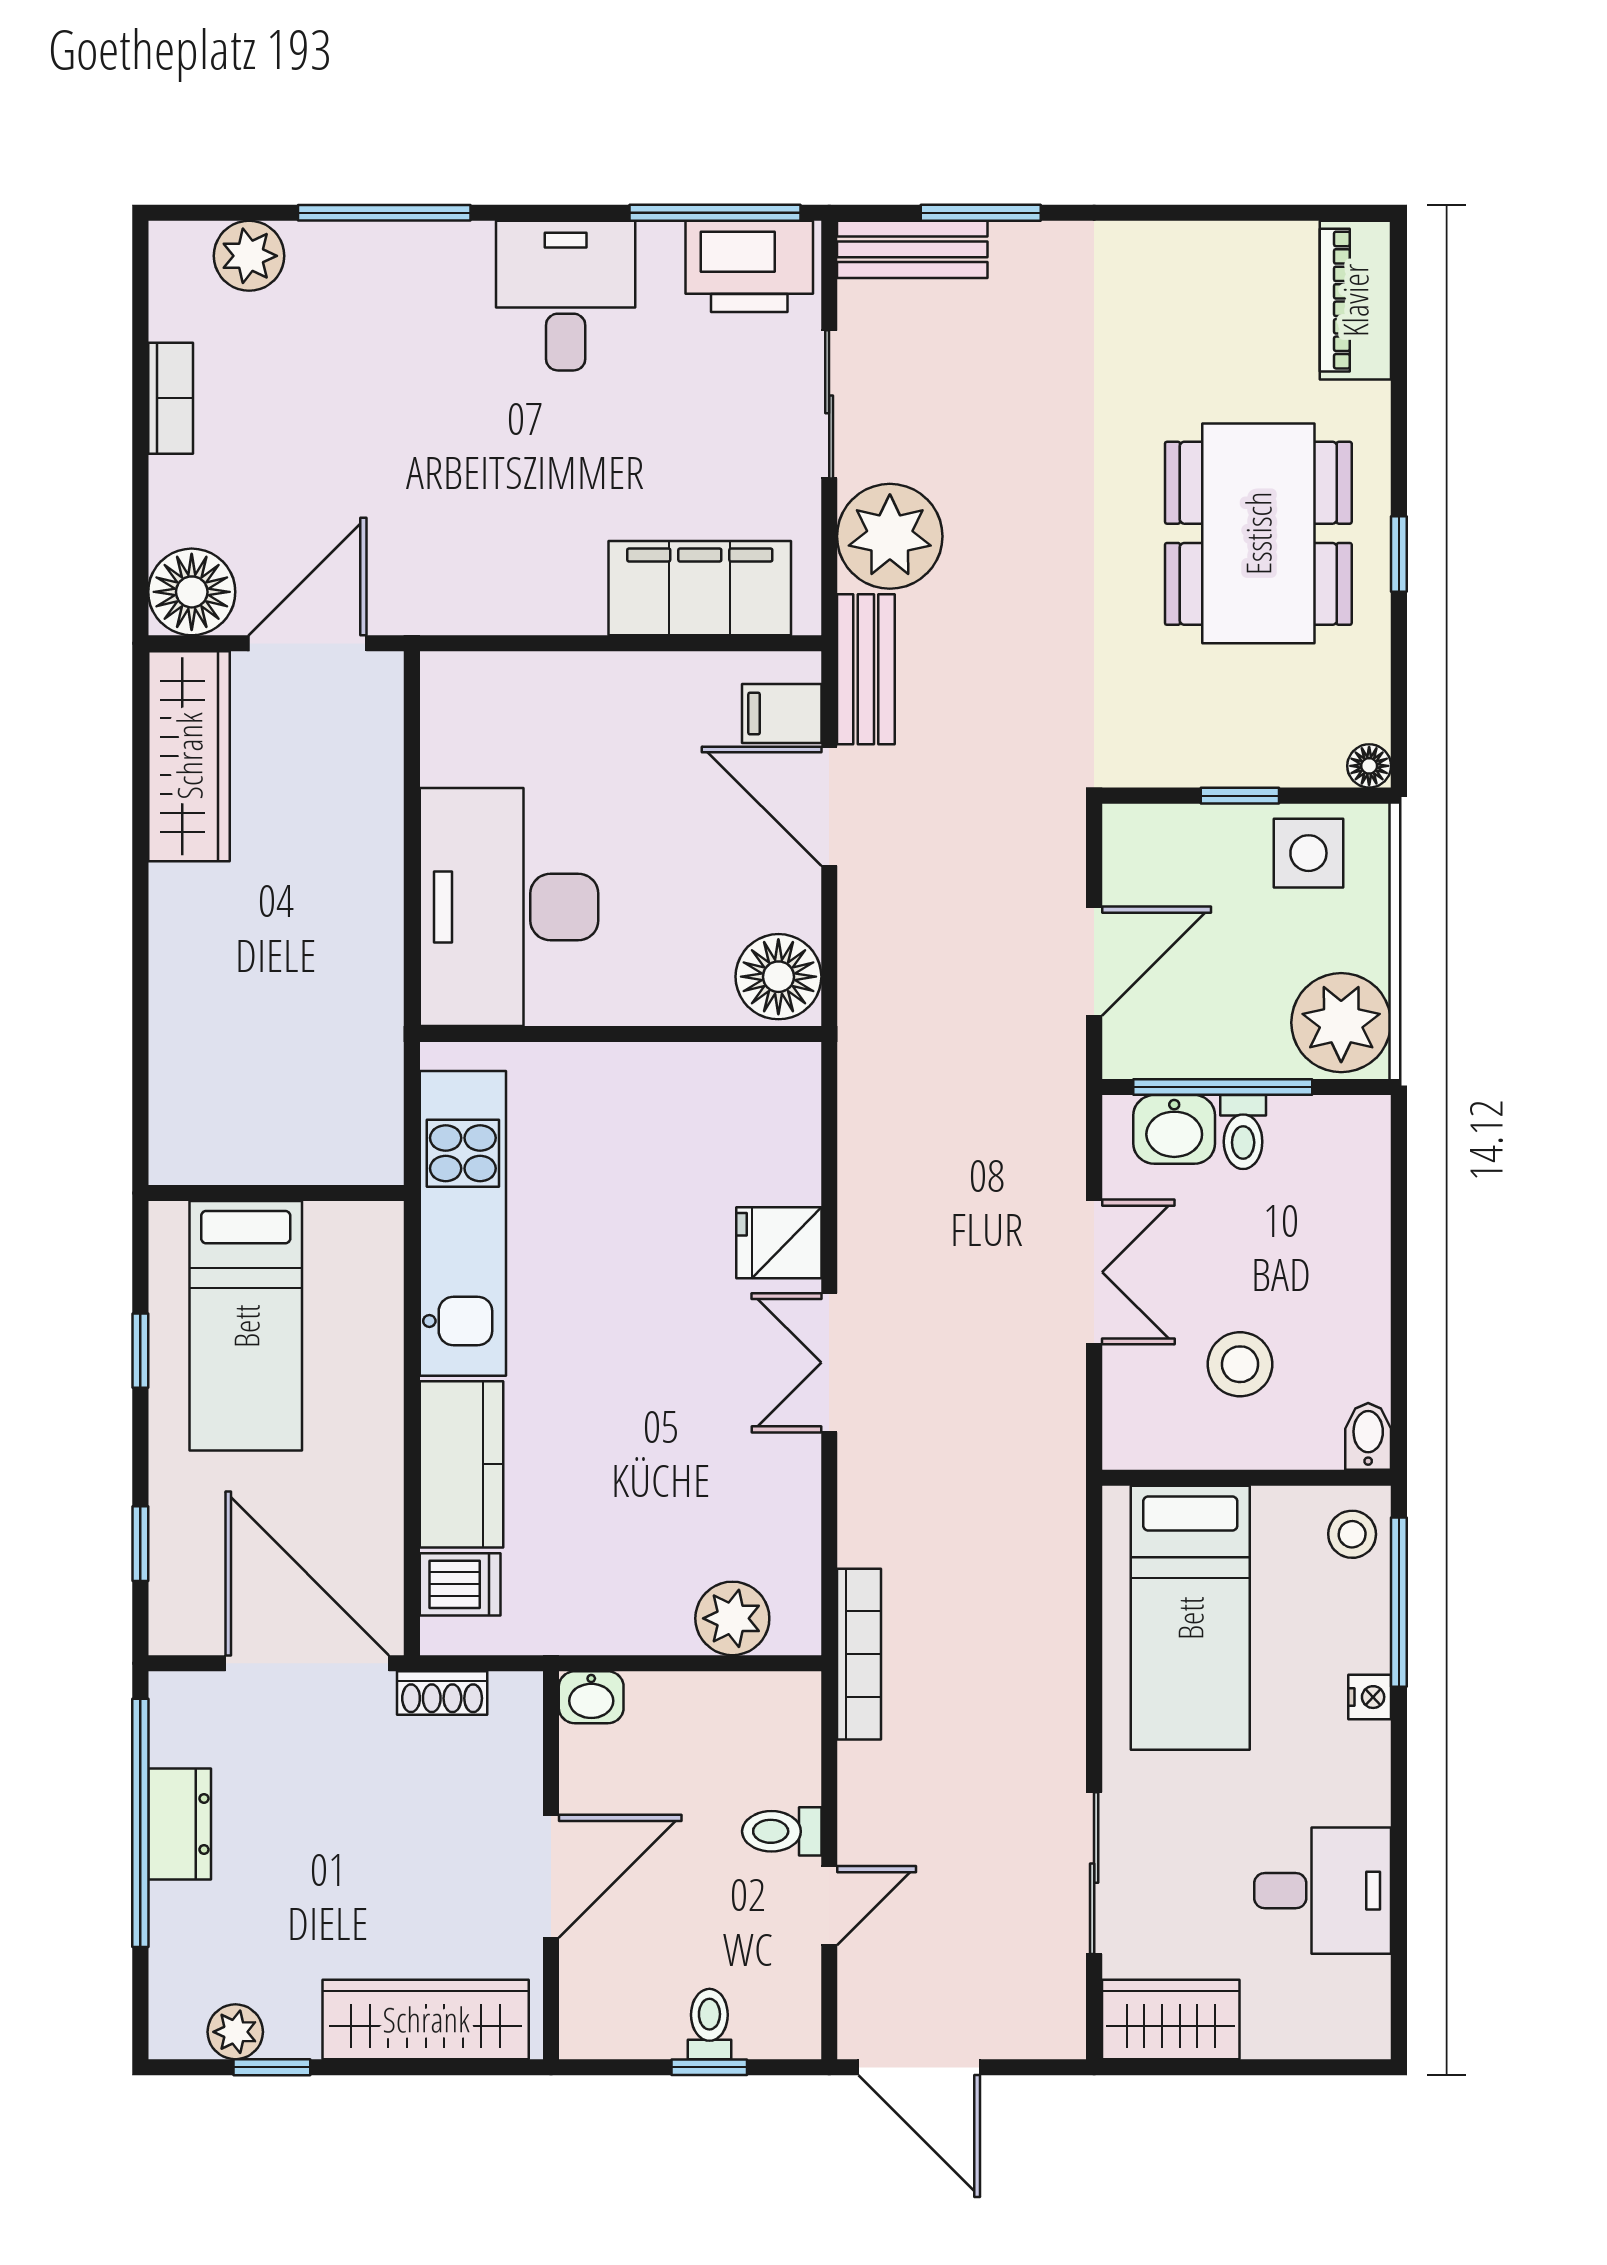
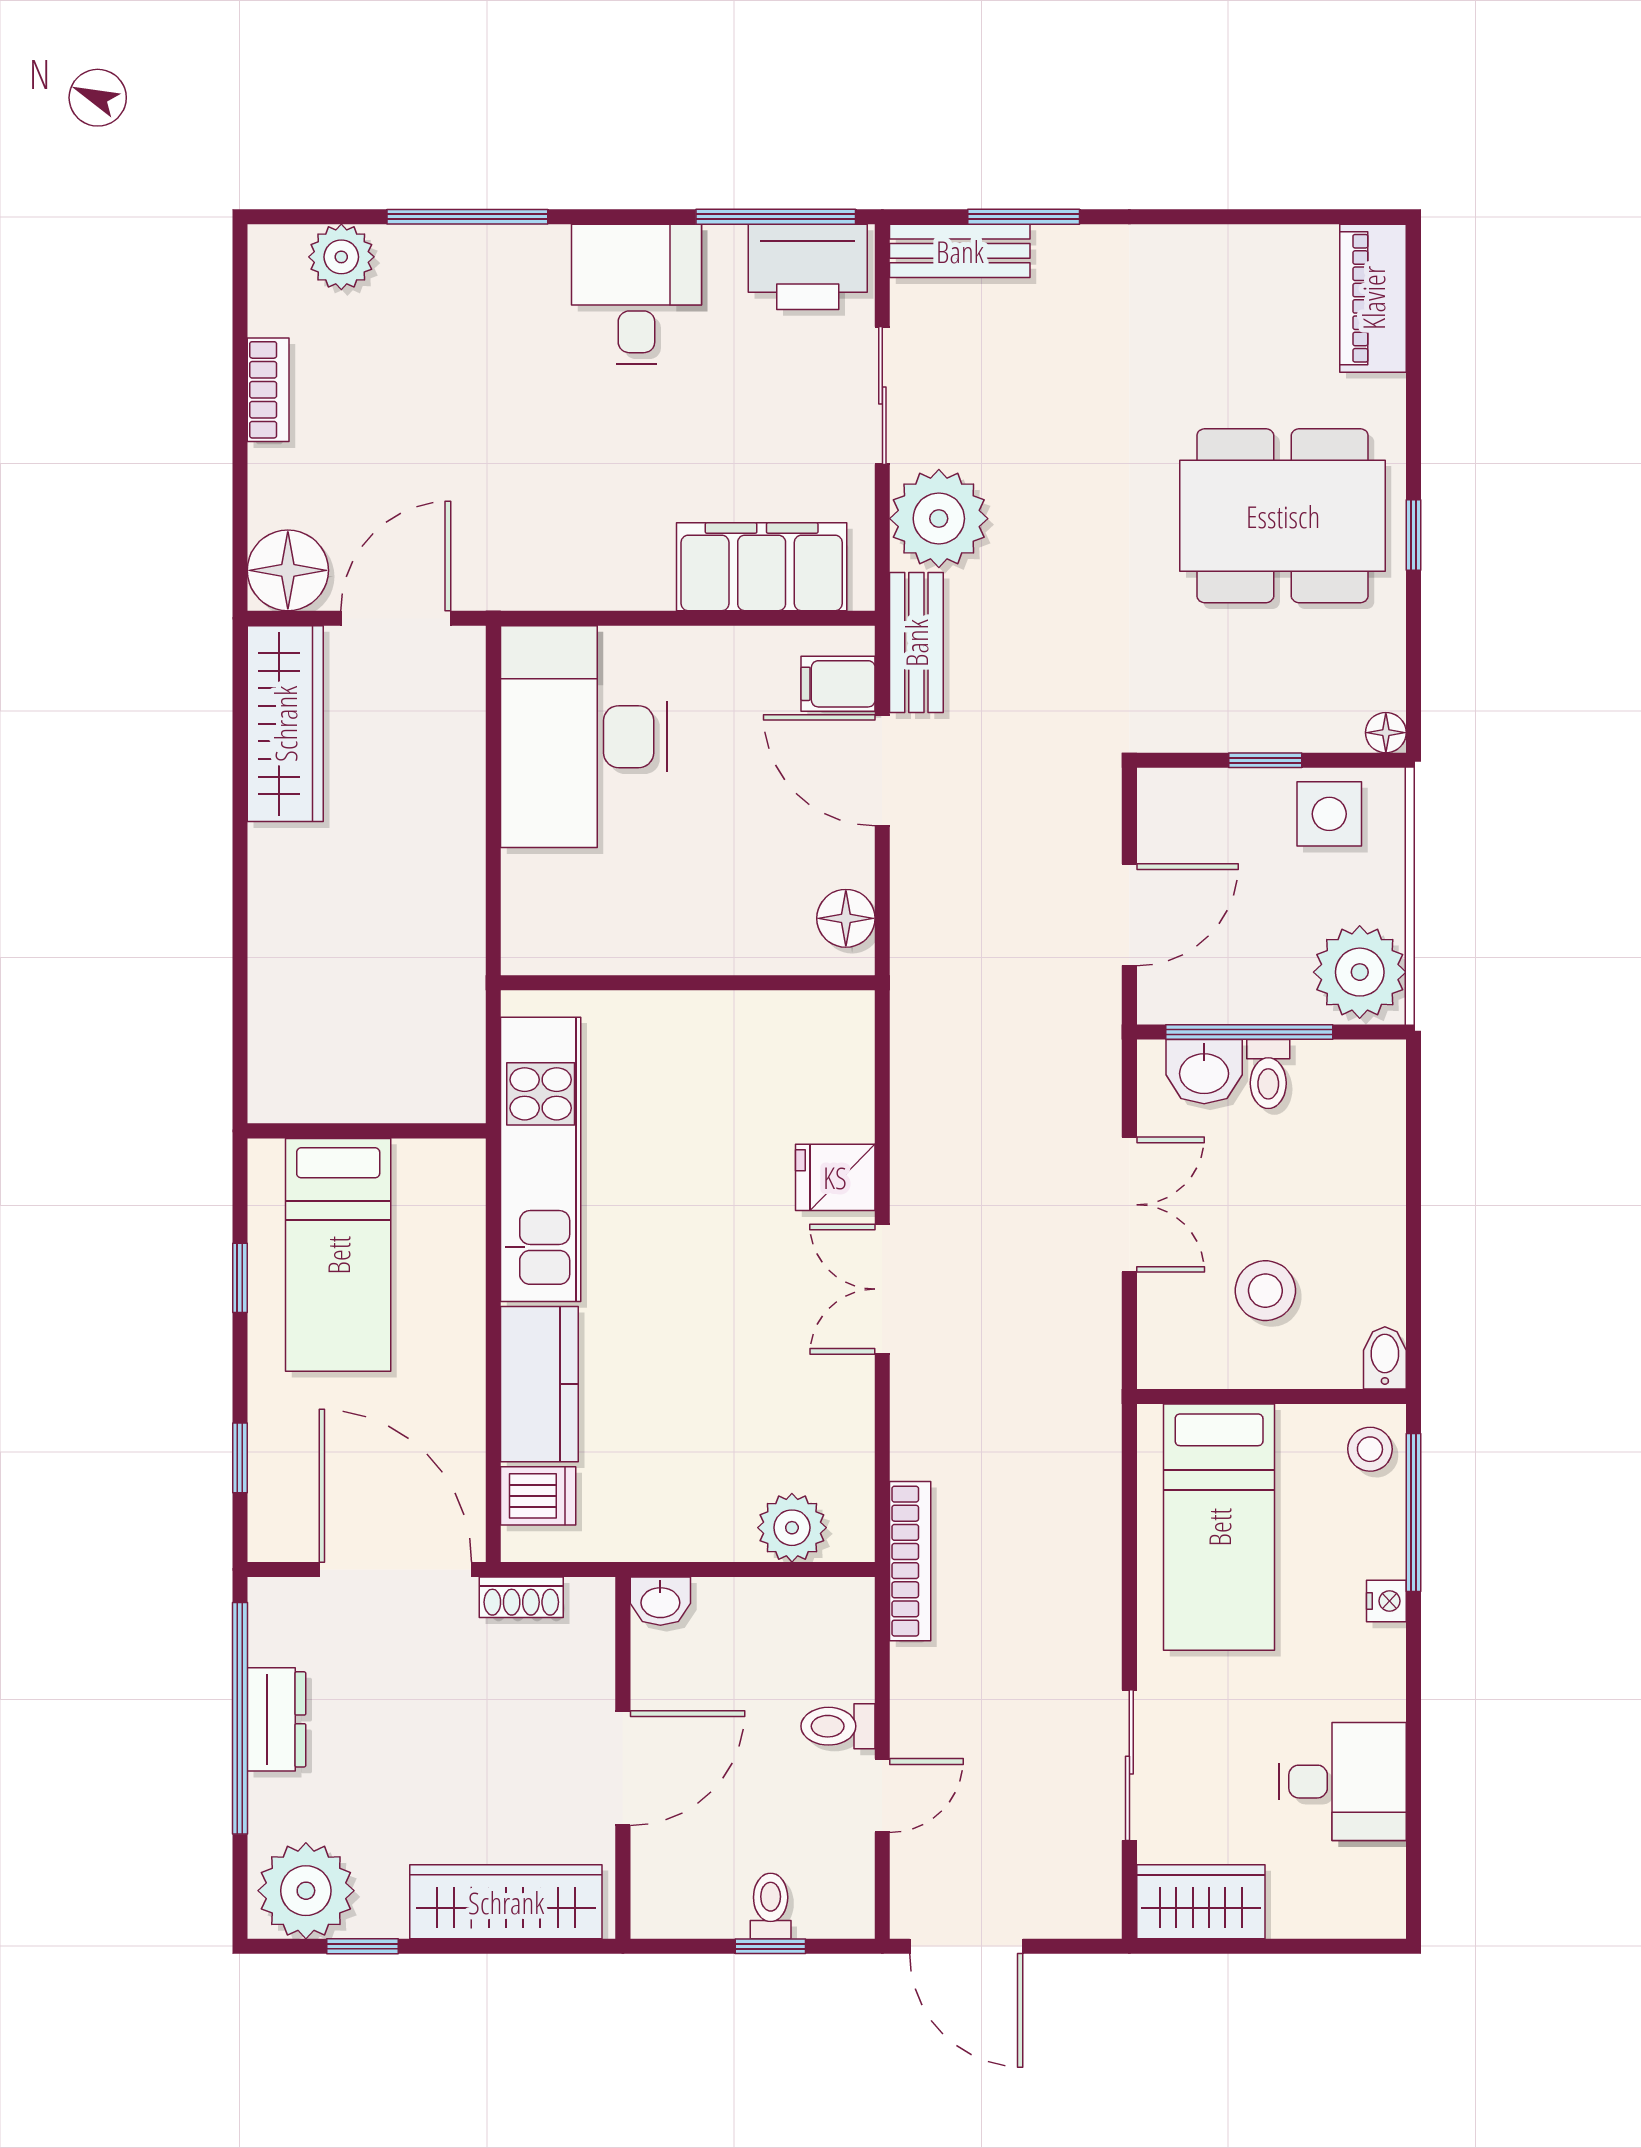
dining table: (1258, 533) -> (1283, 516), turned 90
desk: (509, 907) -> (584, 737), moved
floor lamp: (778, 977) -> (846, 918), width x0.73, depth x0.73
plant: (235, 2032) -> (306, 1891), width x1.87, depth x1.87

